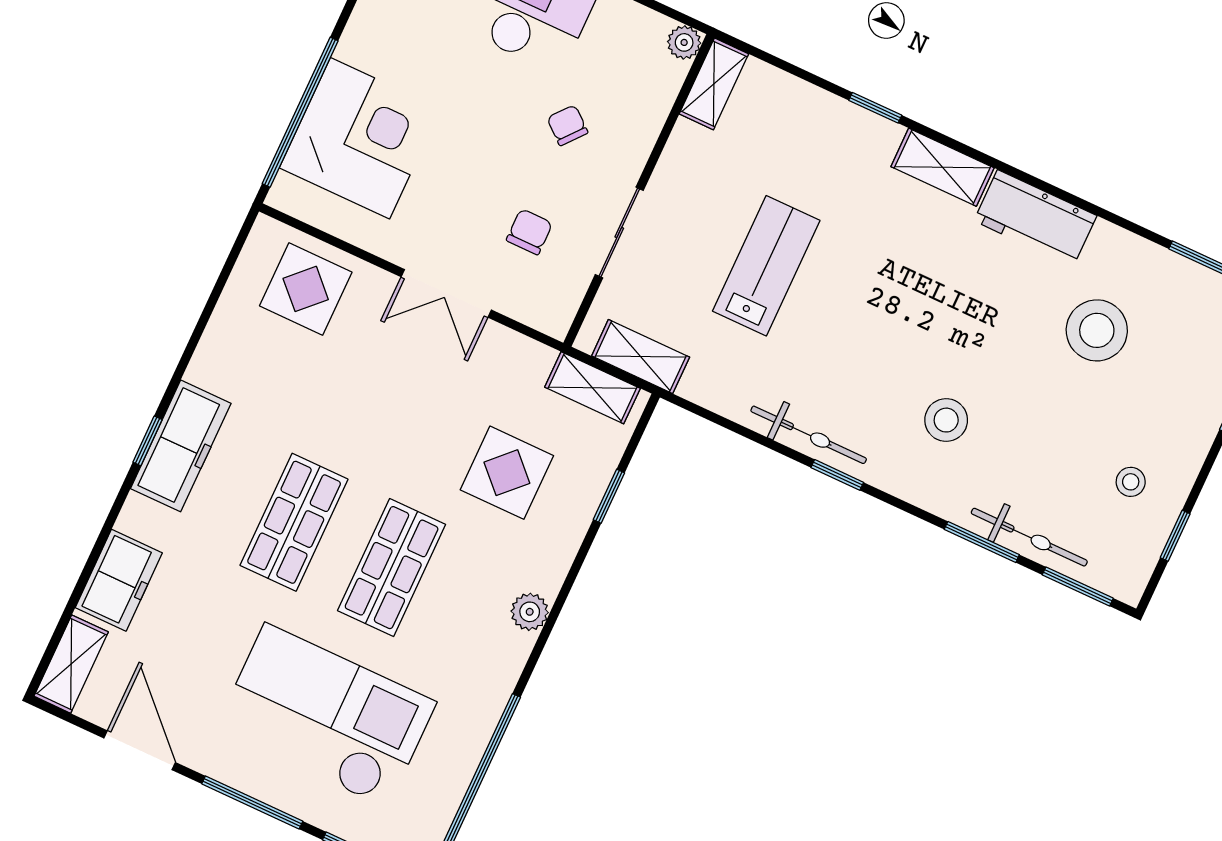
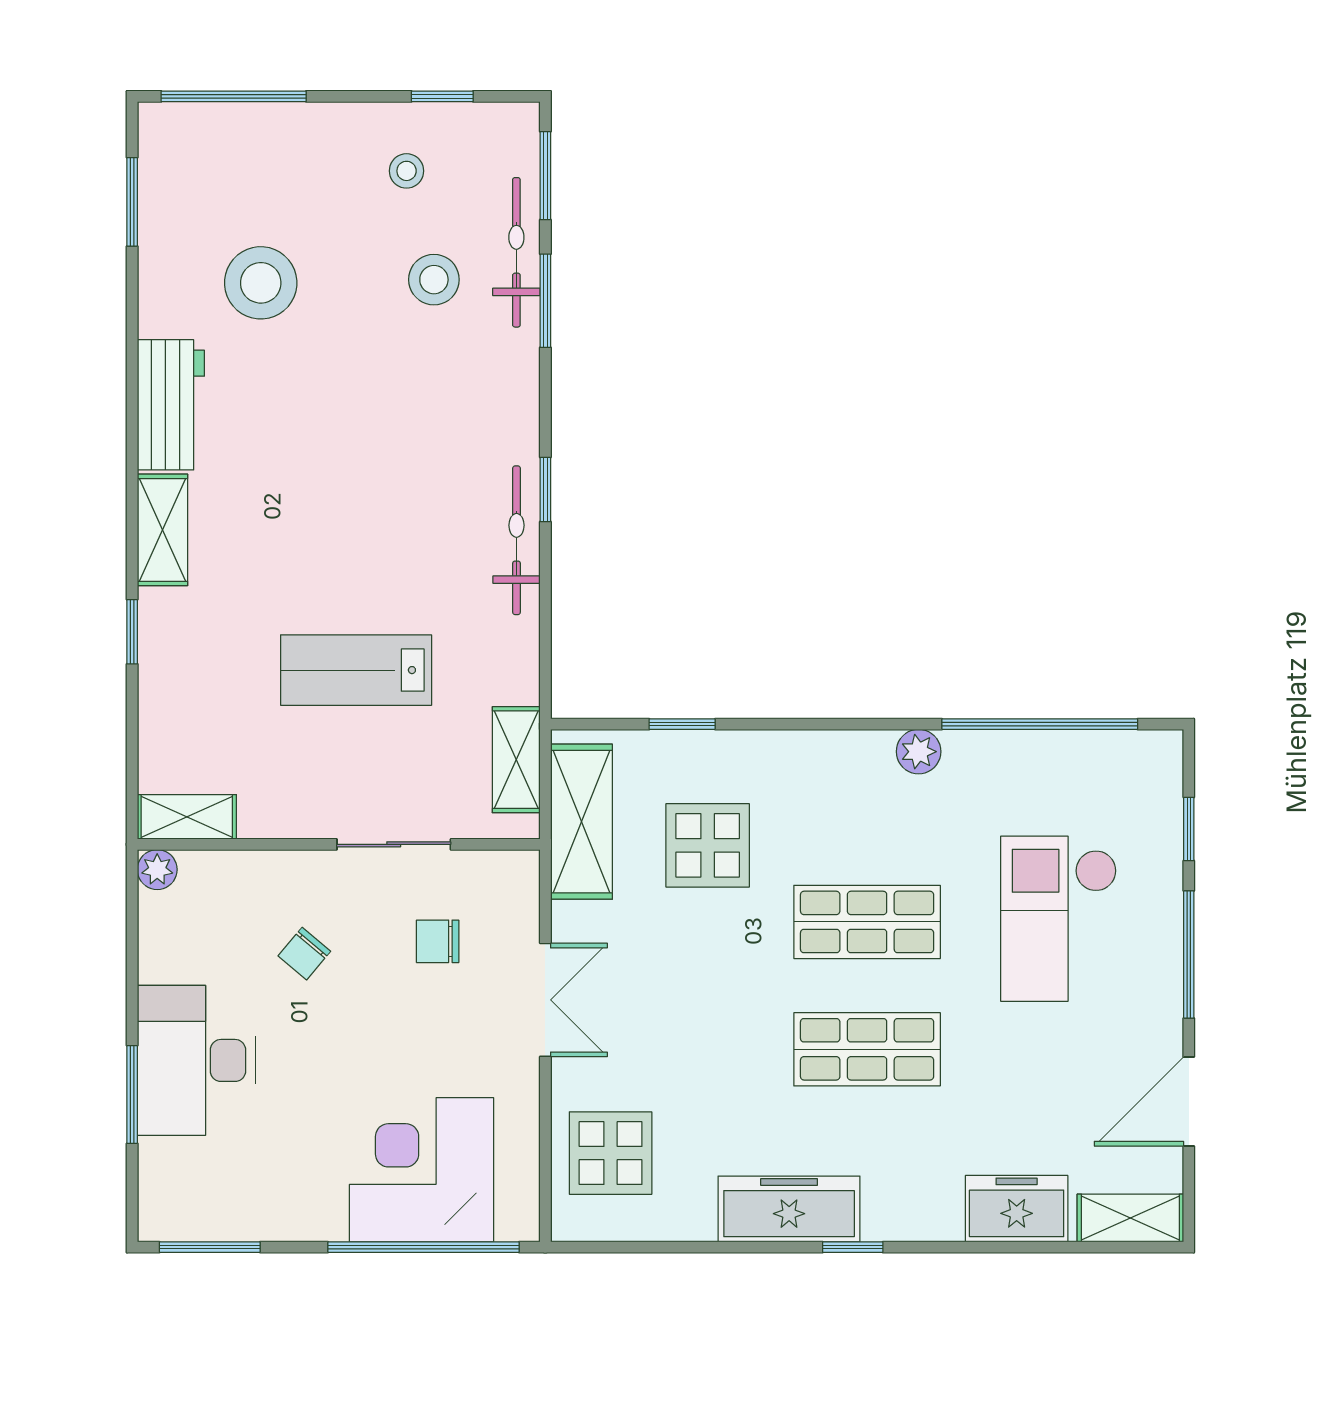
shelving: (592, 388) -> (582, 822), width x1.50, depth x1.33
stool: (946, 420) -> (434, 280), moved
freezer: (181, 446) -> (789, 1209), moved
plant: (530, 612) -> (919, 752), moved
checkout: (326, 716) -> (1059, 919), width x0.73, depth x0.83

